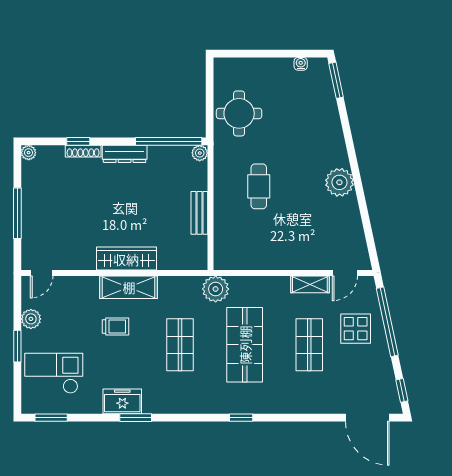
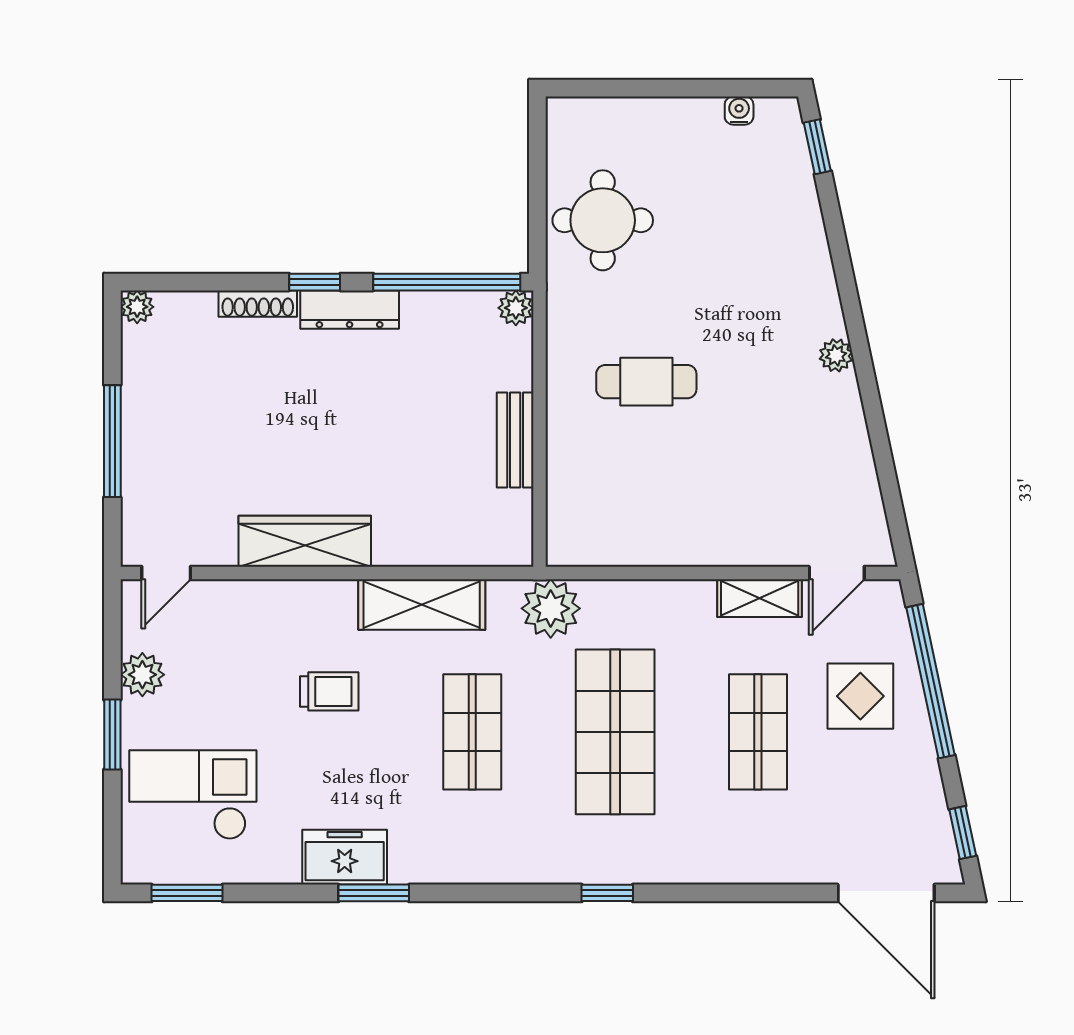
window: (336, 80) -> (817, 147), width x0.67
window: (78, 141) -> (315, 282), moved
plant: (339, 182) -> (836, 355), width x0.53, depth x0.53
cafe table: (259, 186) -> (646, 382), turned 90
wardrobe: (126, 259) -> (305, 541), moved
shelving: (129, 287) -> (422, 605), moved

